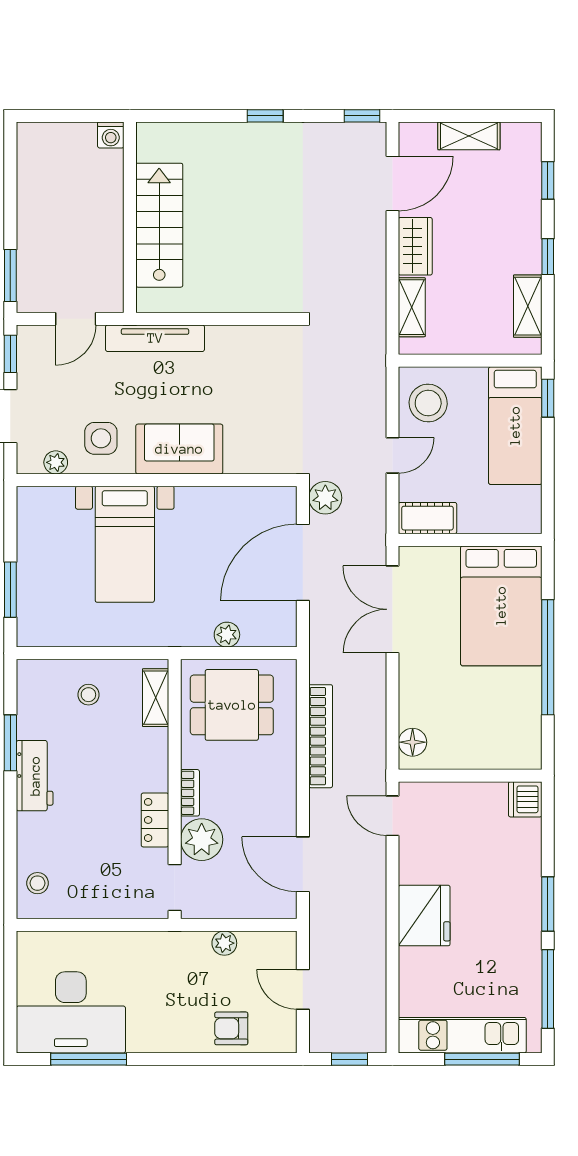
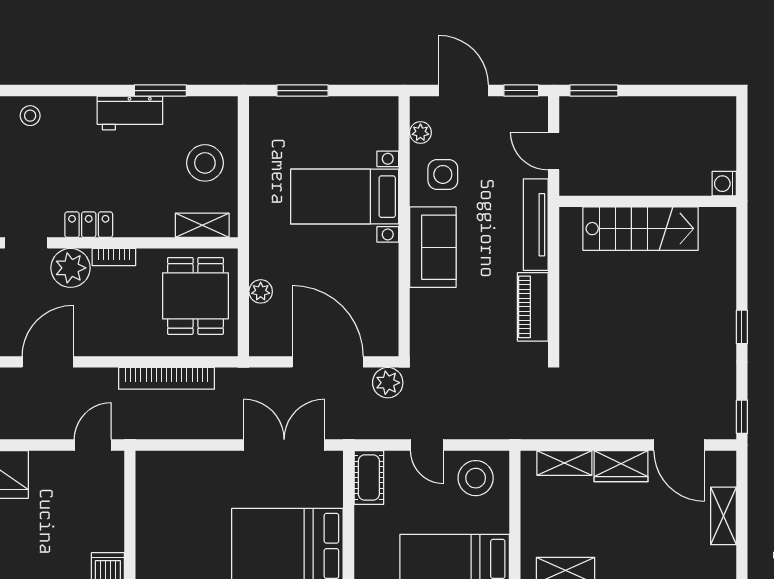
piano: (244, 341) -> (533, 307), added
stool: (88, 695) -> (205, 163), width x1.89, depth x1.89
floor lamp: (413, 742) -> (161, 464), removed

